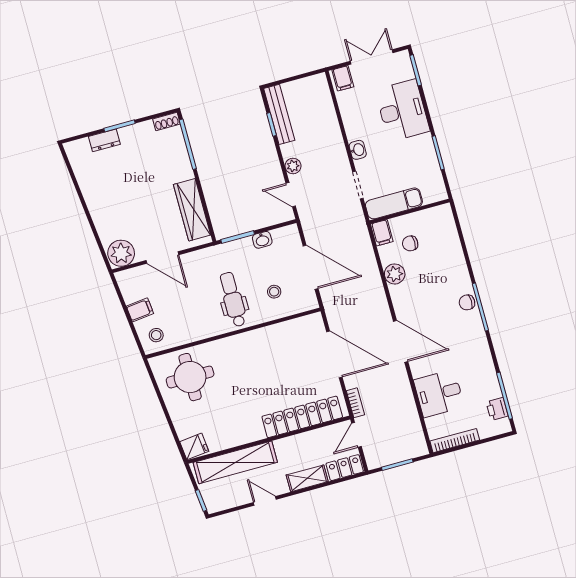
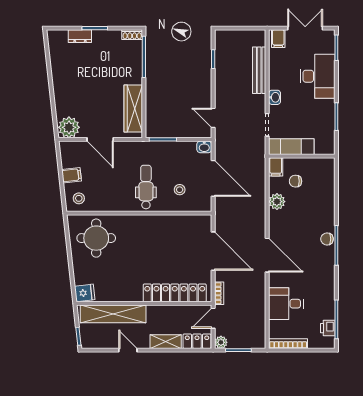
bench: (279, 114) -> (259, 70), moved
plant: (293, 166) -> (221, 342), moved
washbasin: (262, 240) -> (204, 147), moved

